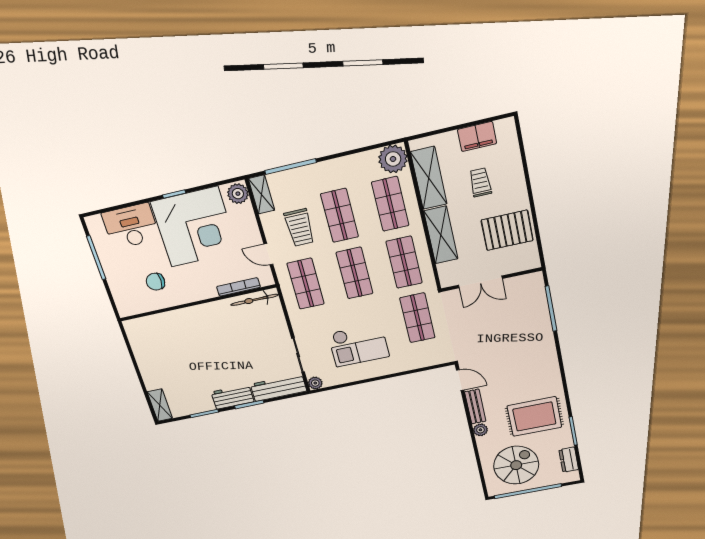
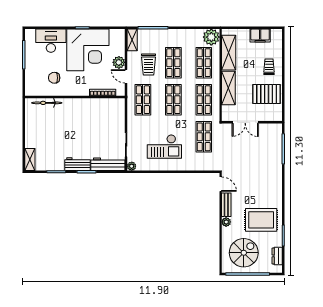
trolley: (480, 182) -> (269, 67), moved
plant: (238, 194) -> (119, 62), moved
bicycle: (255, 300) -> (47, 103), moved

